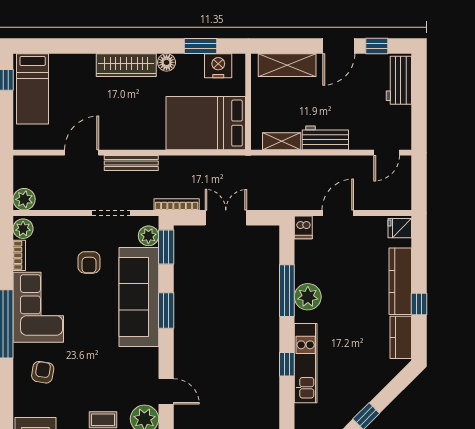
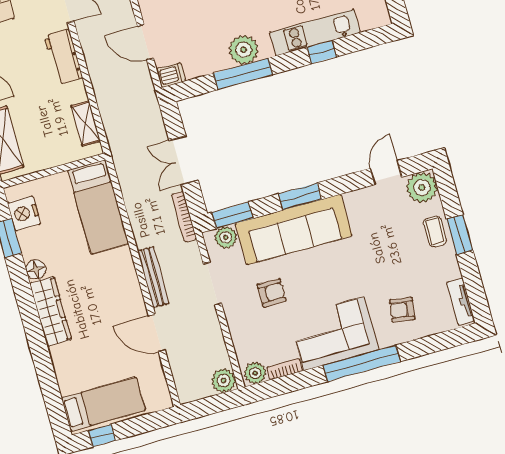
bed: (206, 123) -> (98, 207), width x0.67
workbench: (325, 138) -> (63, 57), moved

